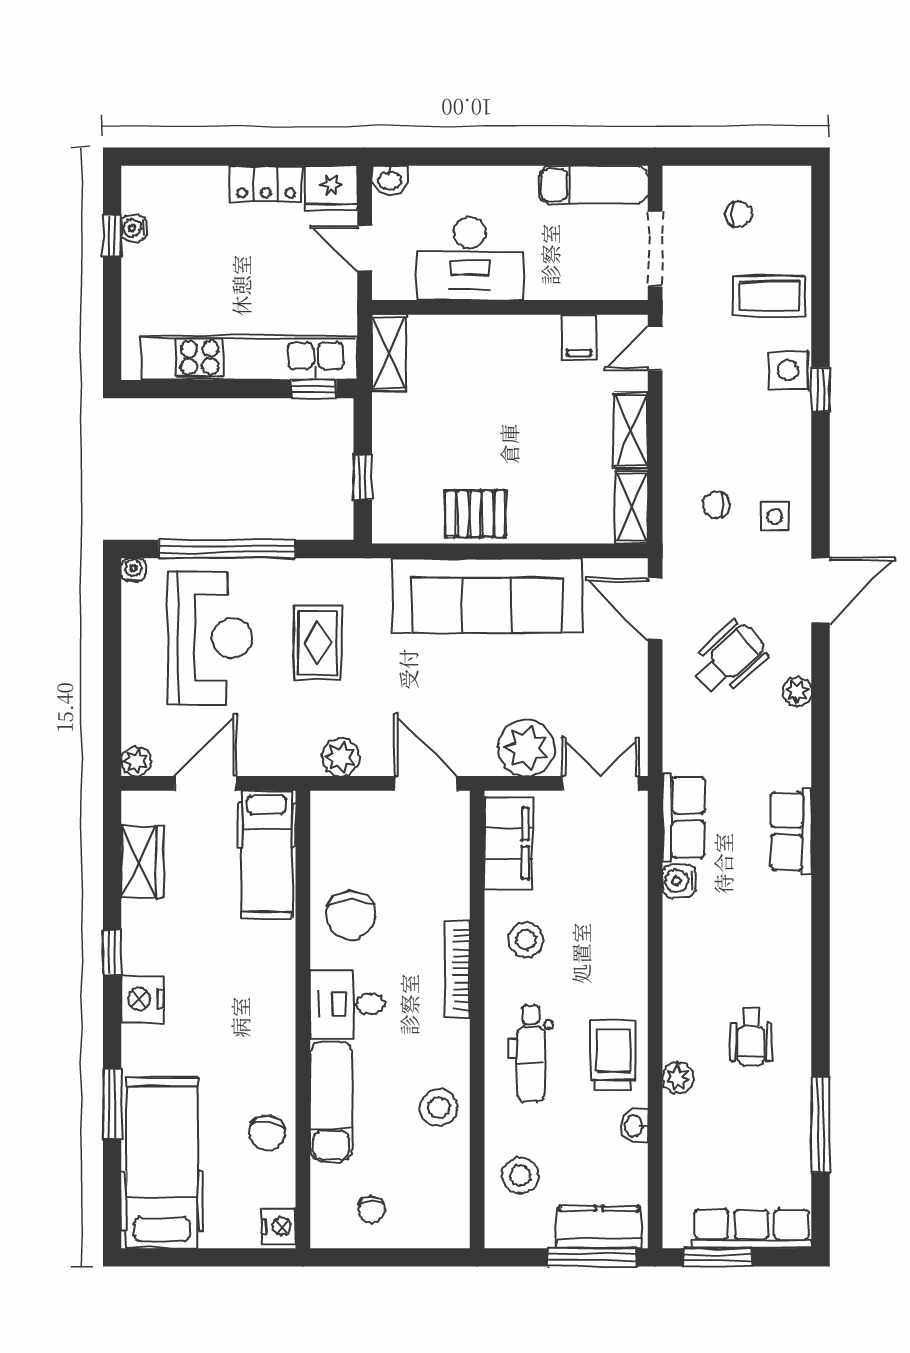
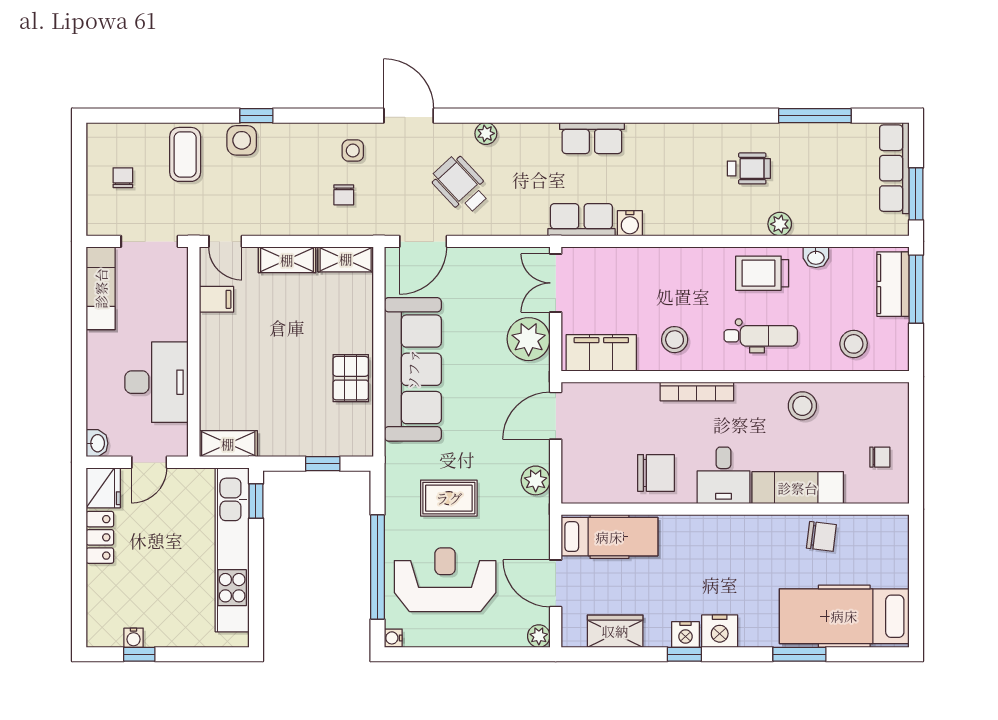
nightstand: (279, 1226) -> (685, 634), moved, turned 180

